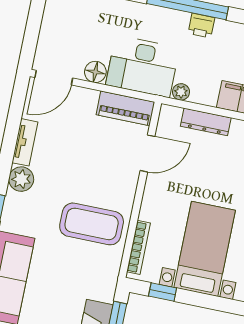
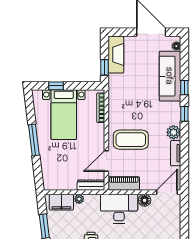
plant: (181, 92) -> (79, 199), moved
dresser: (206, 122) -> (91, 185), moved
coffee table: (92, 224) -> (131, 140), moved
window: (163, 292) -> (56, 86), moved

